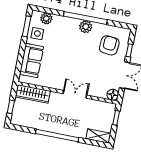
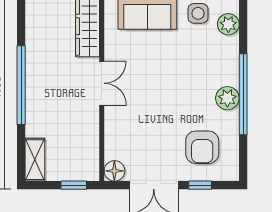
armchair: (109, 45) -> (202, 147), turned 85
double door: (75, 94) -> (102, 83), moved

